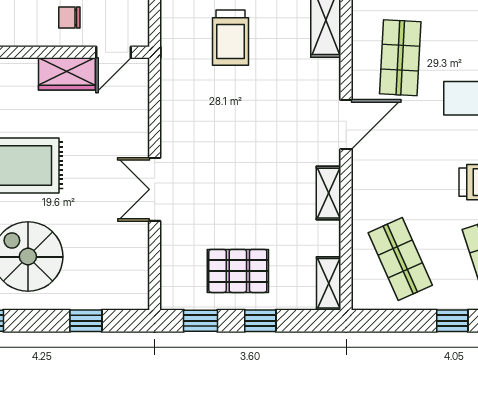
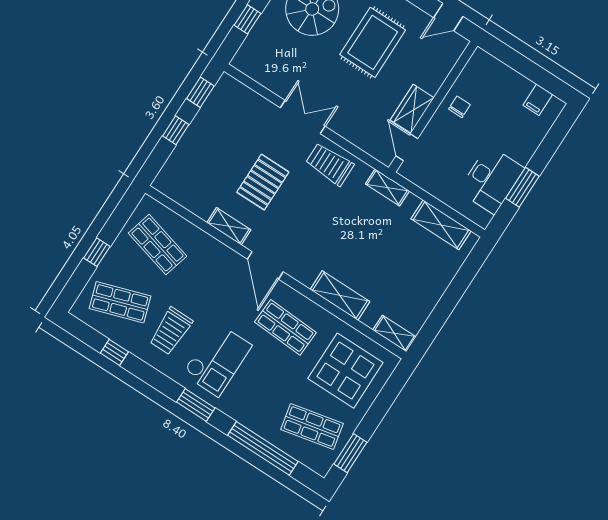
chair: (69, 17) -> (459, 107), moved
trolley: (231, 38) -> (330, 164), moved
shop shelf: (400, 259) -> (157, 245), turned 39
pallet: (238, 271) -> (263, 182), moved
shelving: (329, 283) -> (387, 187), moved

